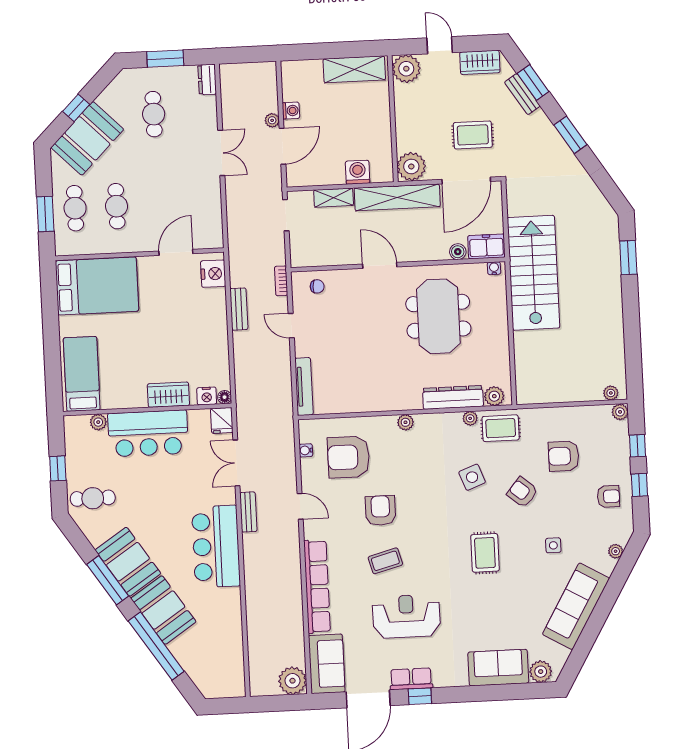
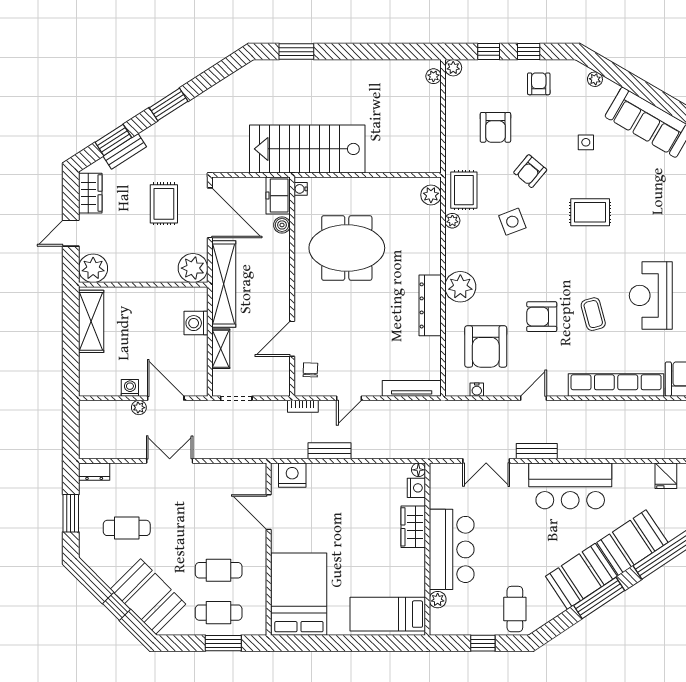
door: (380, 265) -> (292, 339), moved
dresser: (453, 397) -> (430, 305), moved
fridge: (222, 420) -> (666, 476), moved, turned 90
plant: (405, 422) -> (460, 287), width x1.88, depth x1.88

